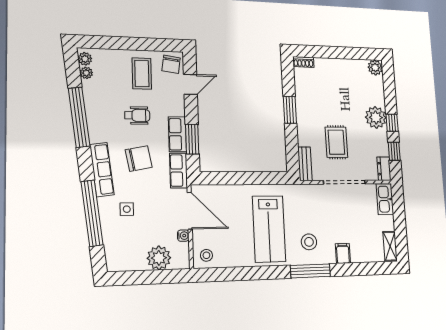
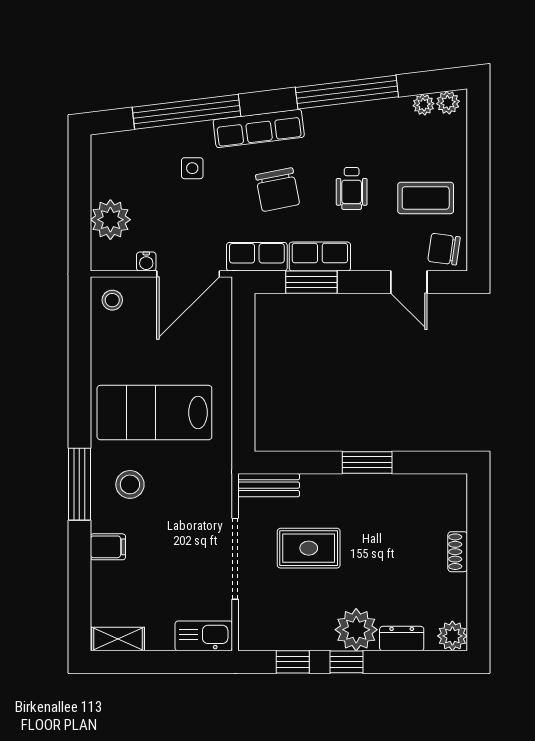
shoe rack: (303, 62) -> (458, 552), moved
dresser: (384, 169) -> (402, 639), moved

